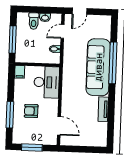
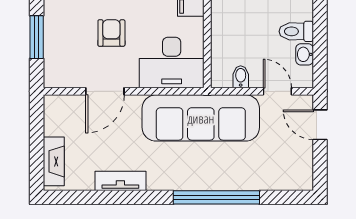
sofa: (98, 67) -> (201, 118), moved, turned 180
door: (59, 126) -> (105, 91), moved
fireplace: (93, 141) -> (54, 161), added

